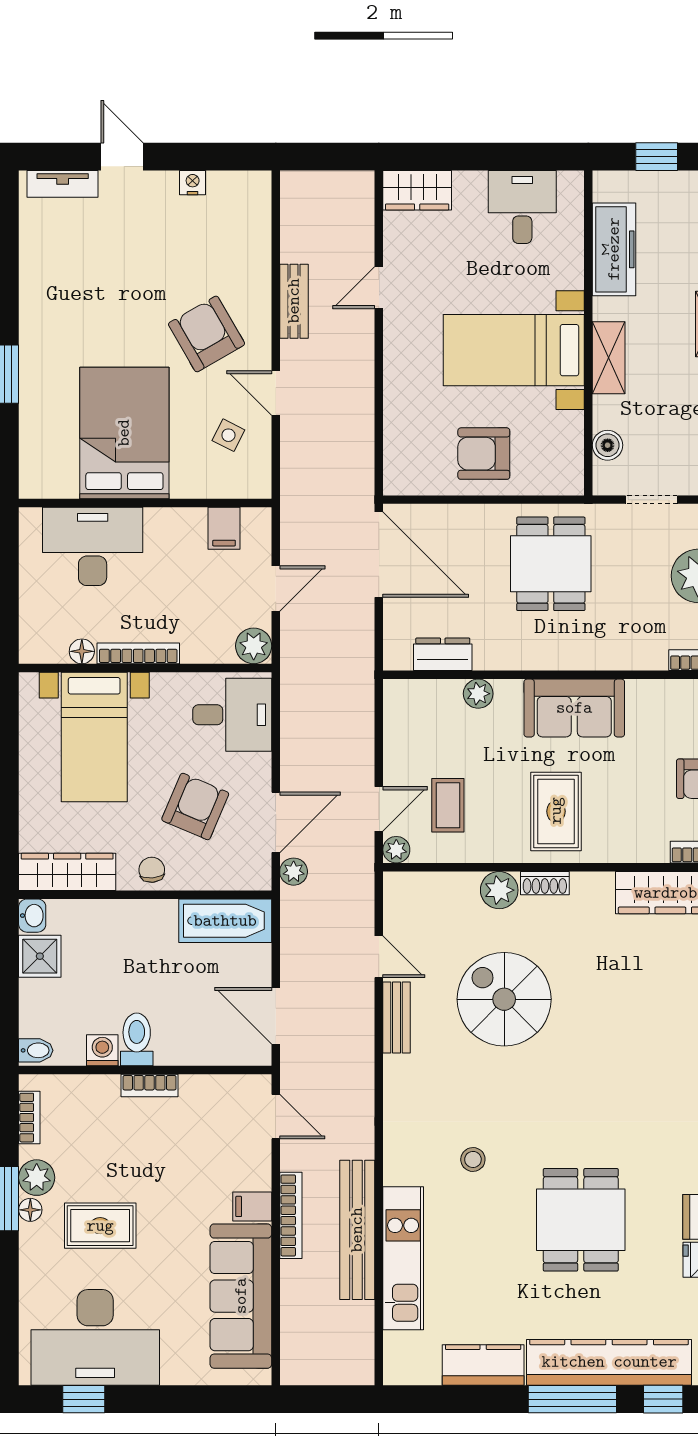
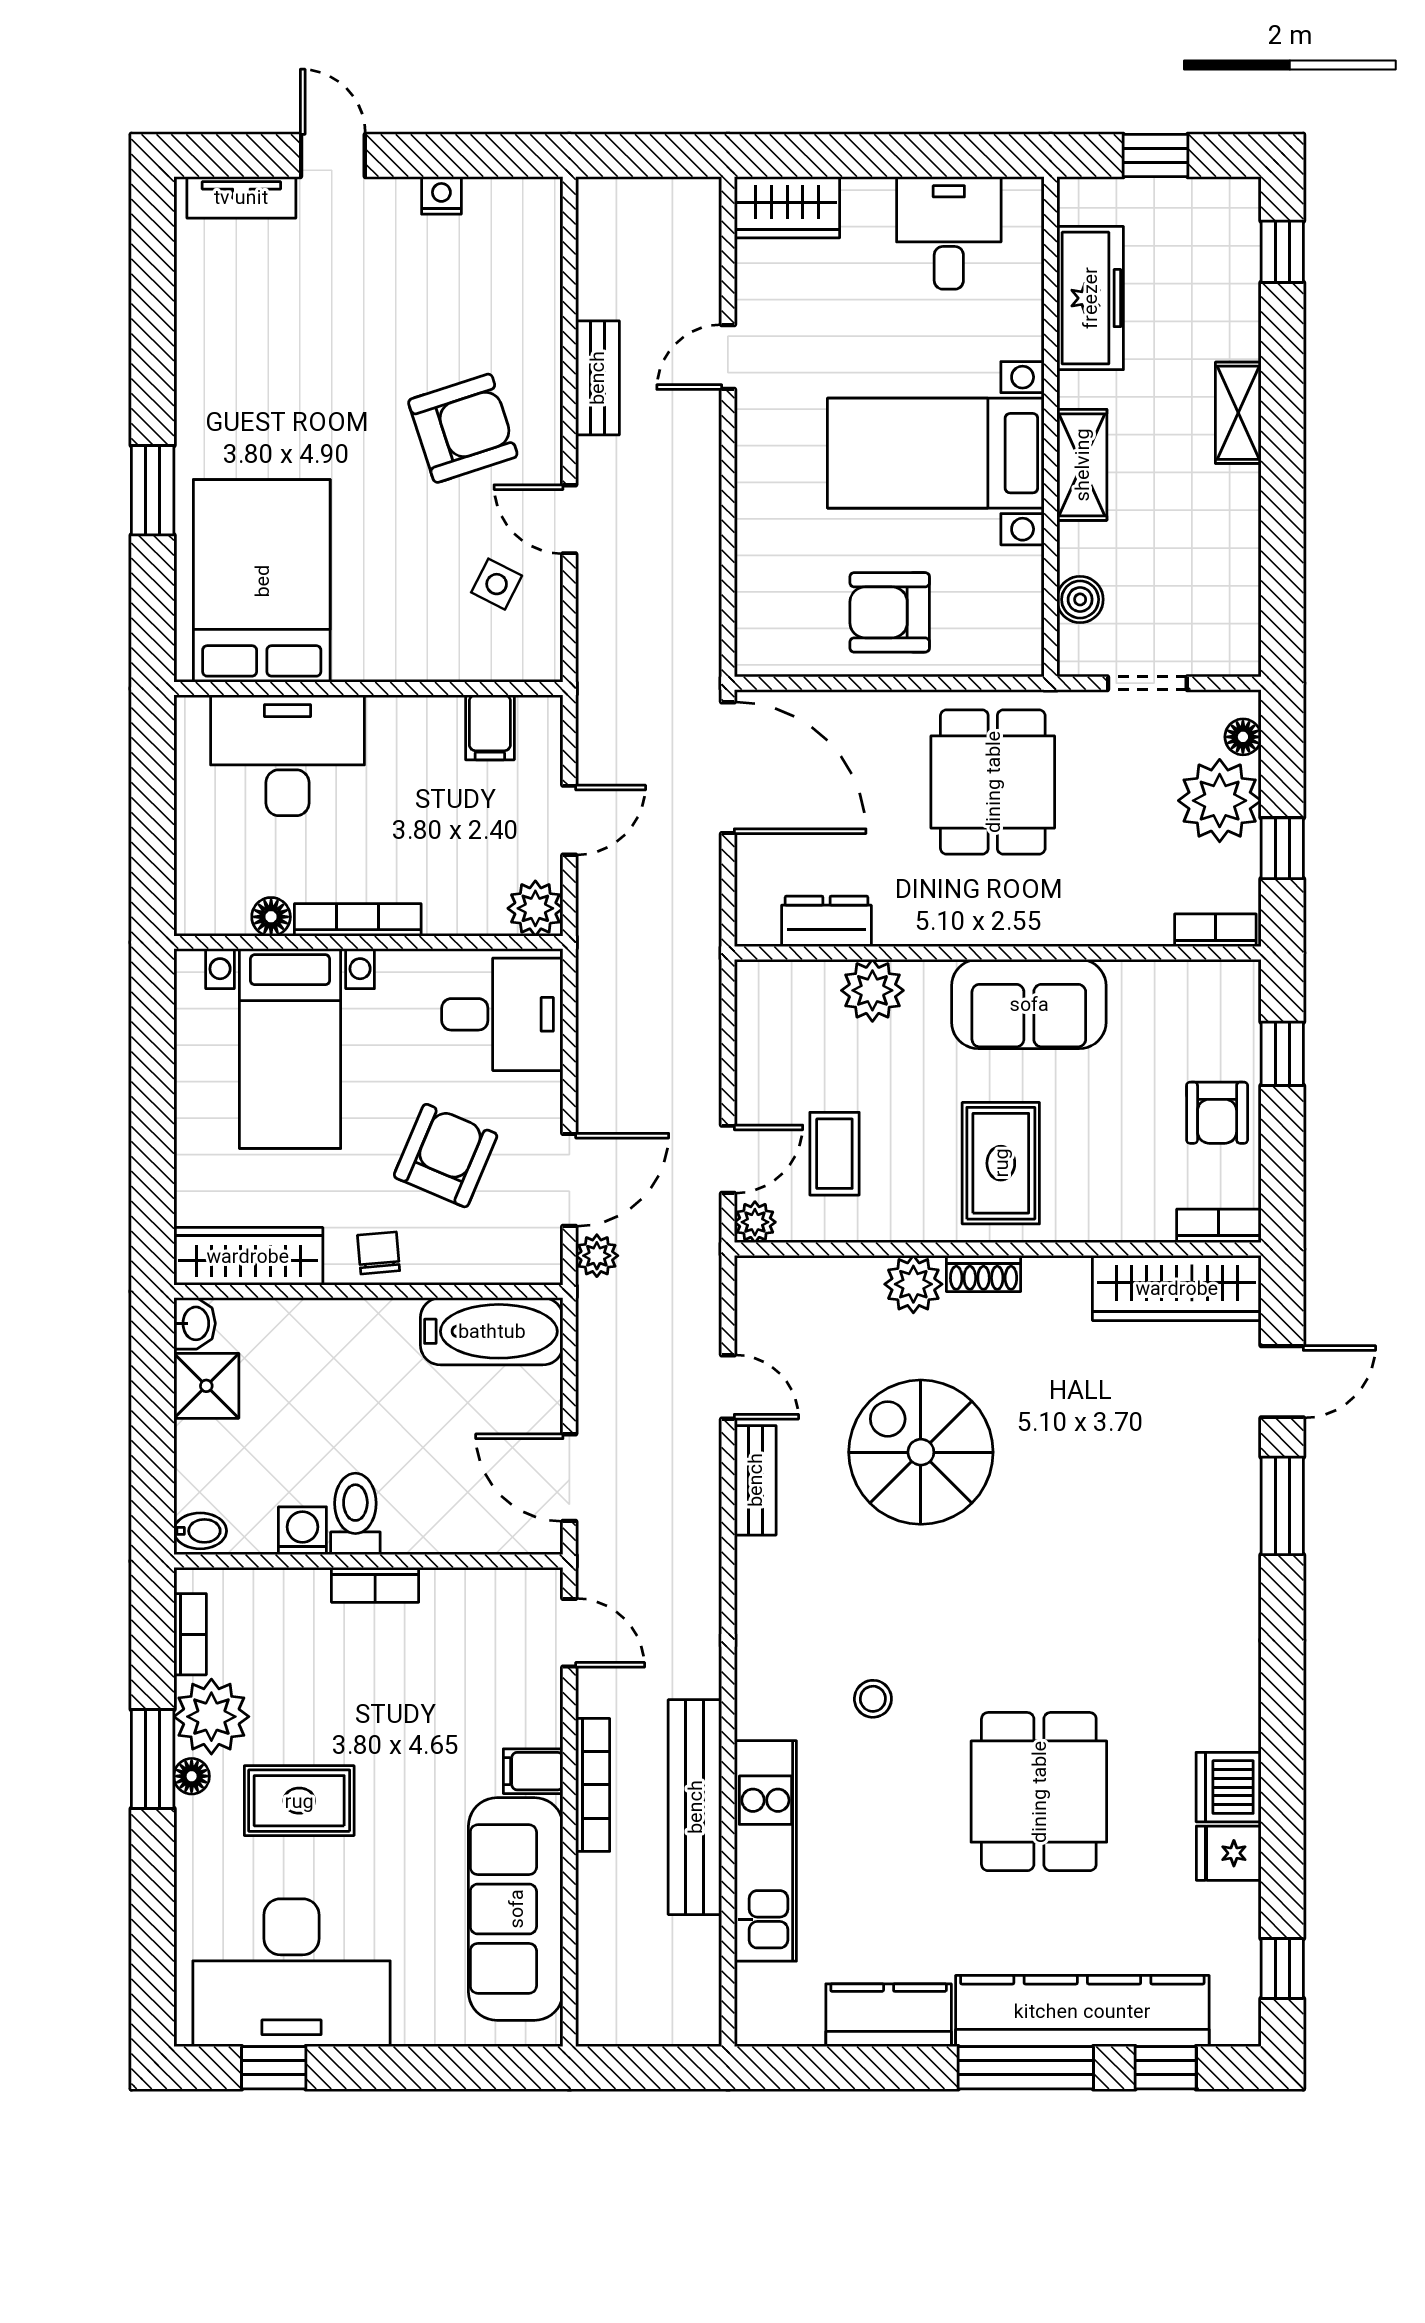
armchair: (206, 334) -> (463, 428), turned 102
bed: (124, 433) -> (262, 581), moved
plant: (478, 694) -> (872, 990), width x1.38, depth x1.38
plant: (37, 1178) -> (211, 1717), width x1.36, depth x1.36

